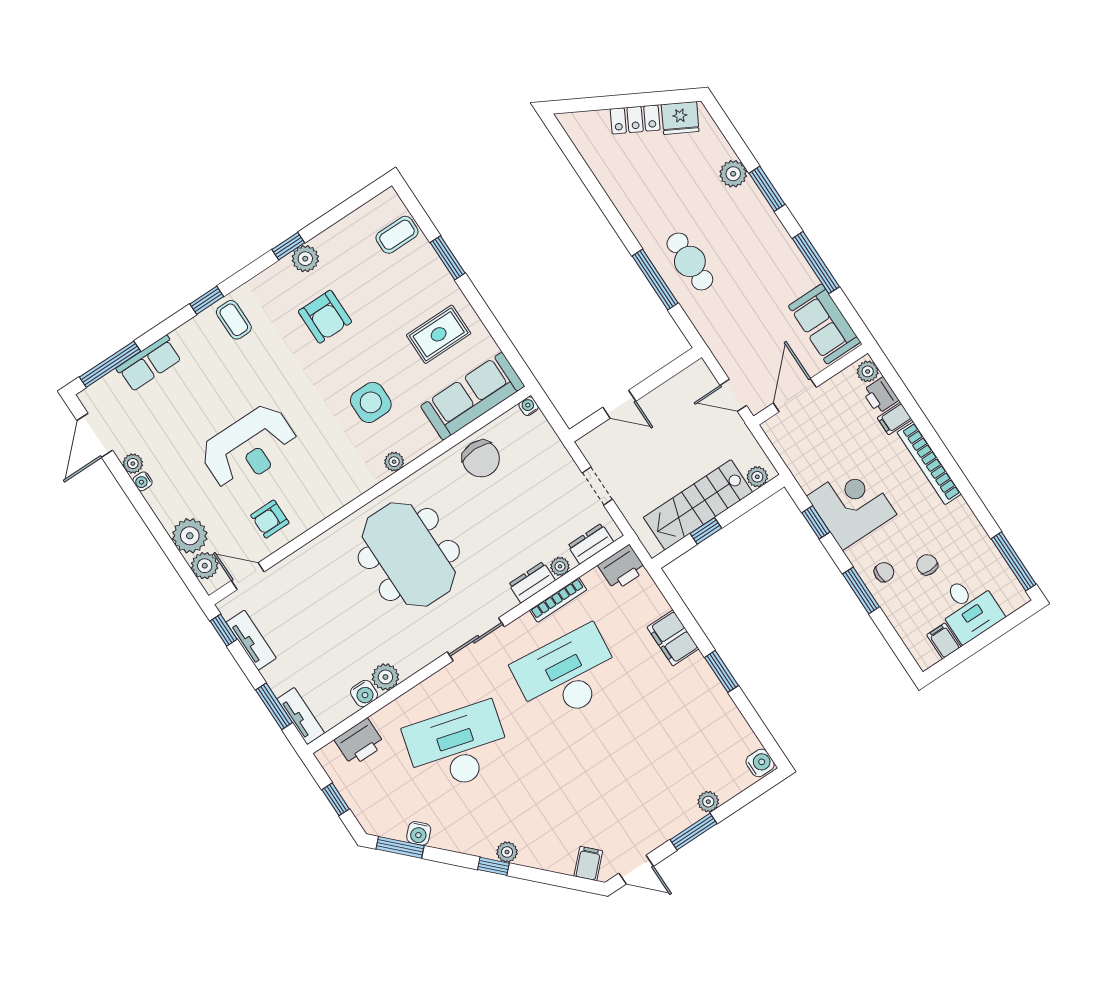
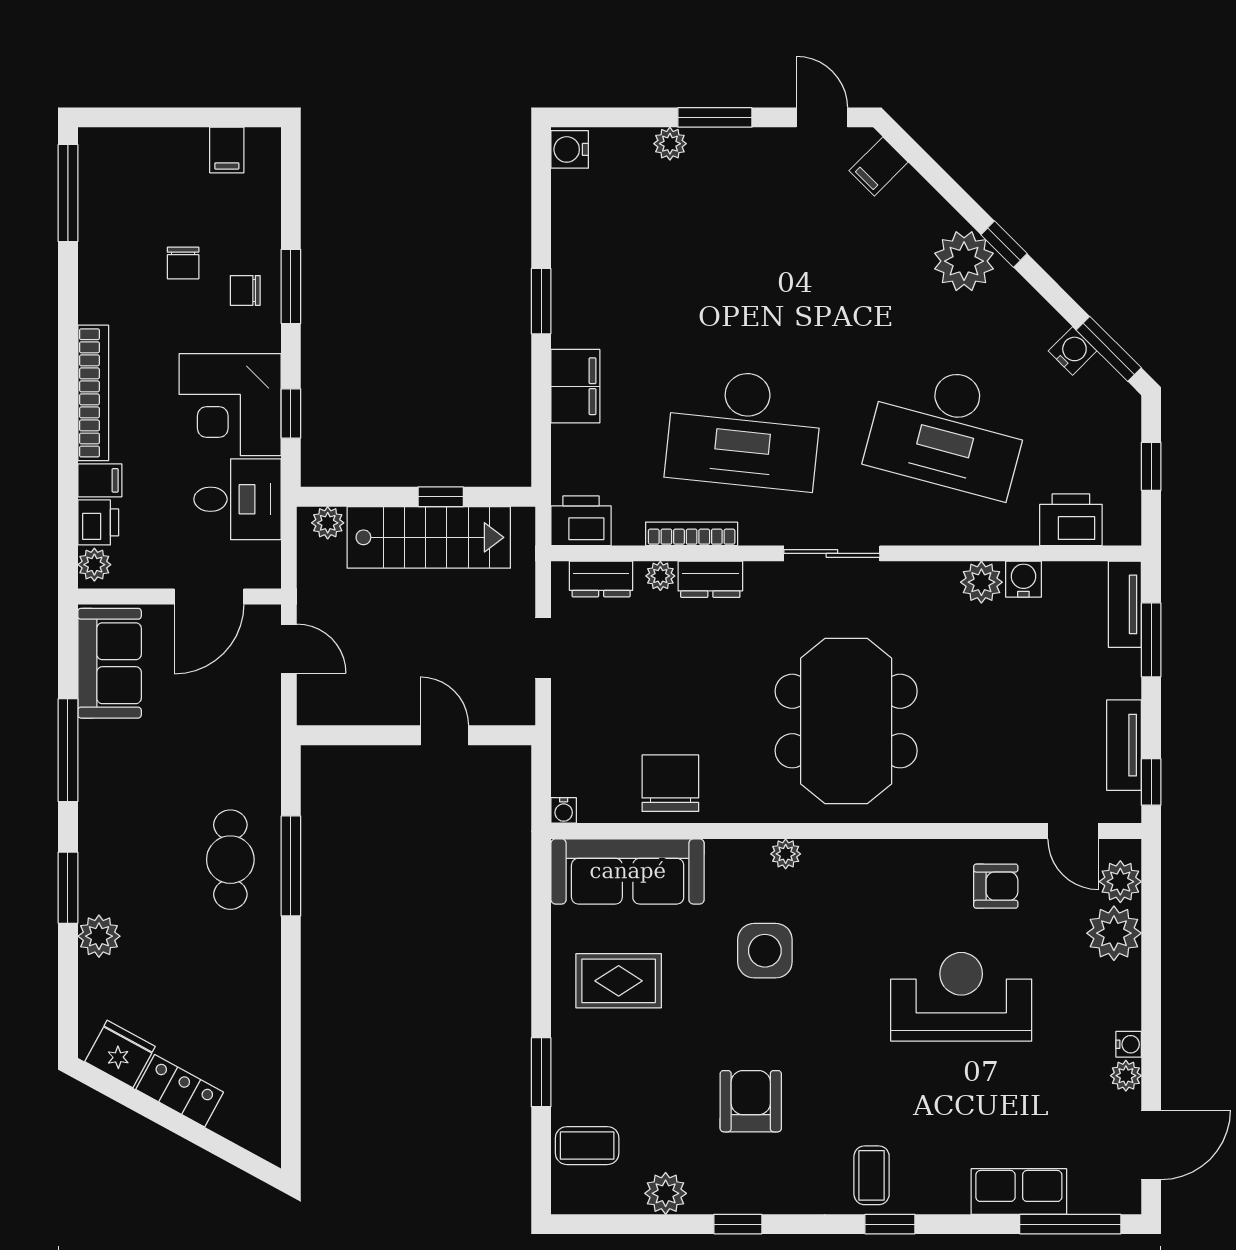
plant: (305, 259) -> (666, 1193), moved
desk: (969, 608) -> (238, 499), moved, turned 90
plant: (507, 852) -> (964, 261), width x1.87, depth x1.87

